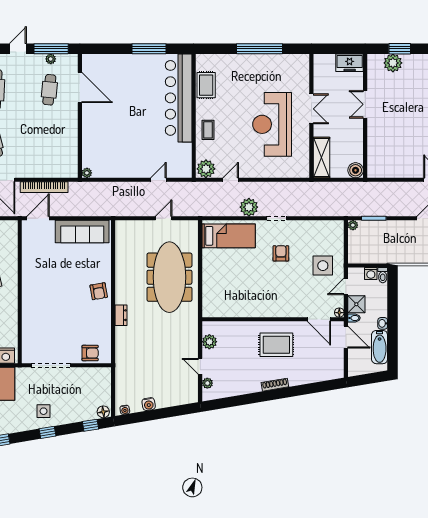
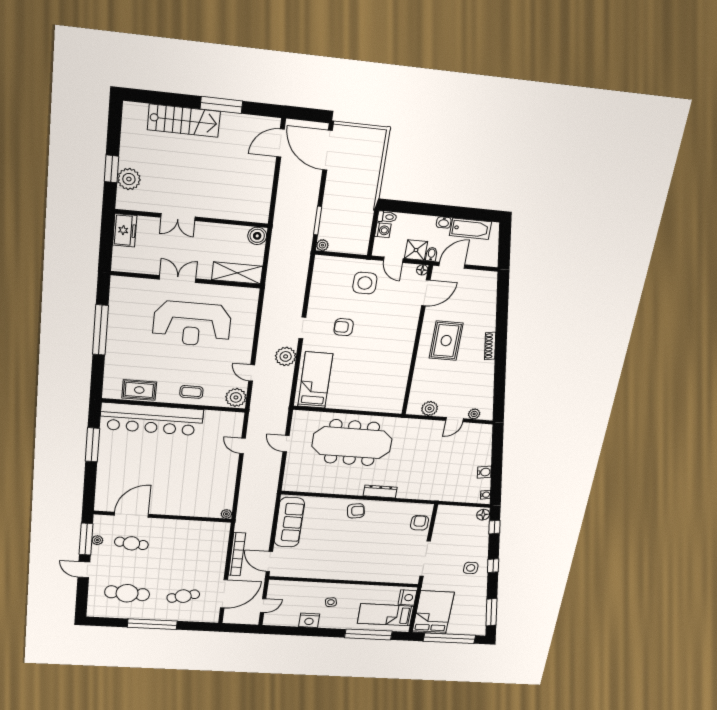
dresser: (121, 315) -> (380, 492), width x1.44

